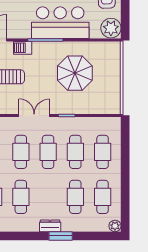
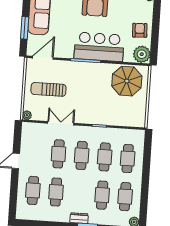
barbecue: (23, 48) -> (66, 66), removed
parasol: (75, 73) -> (127, 81), moved
double door: (34, 116) -> (61, 123), moved

